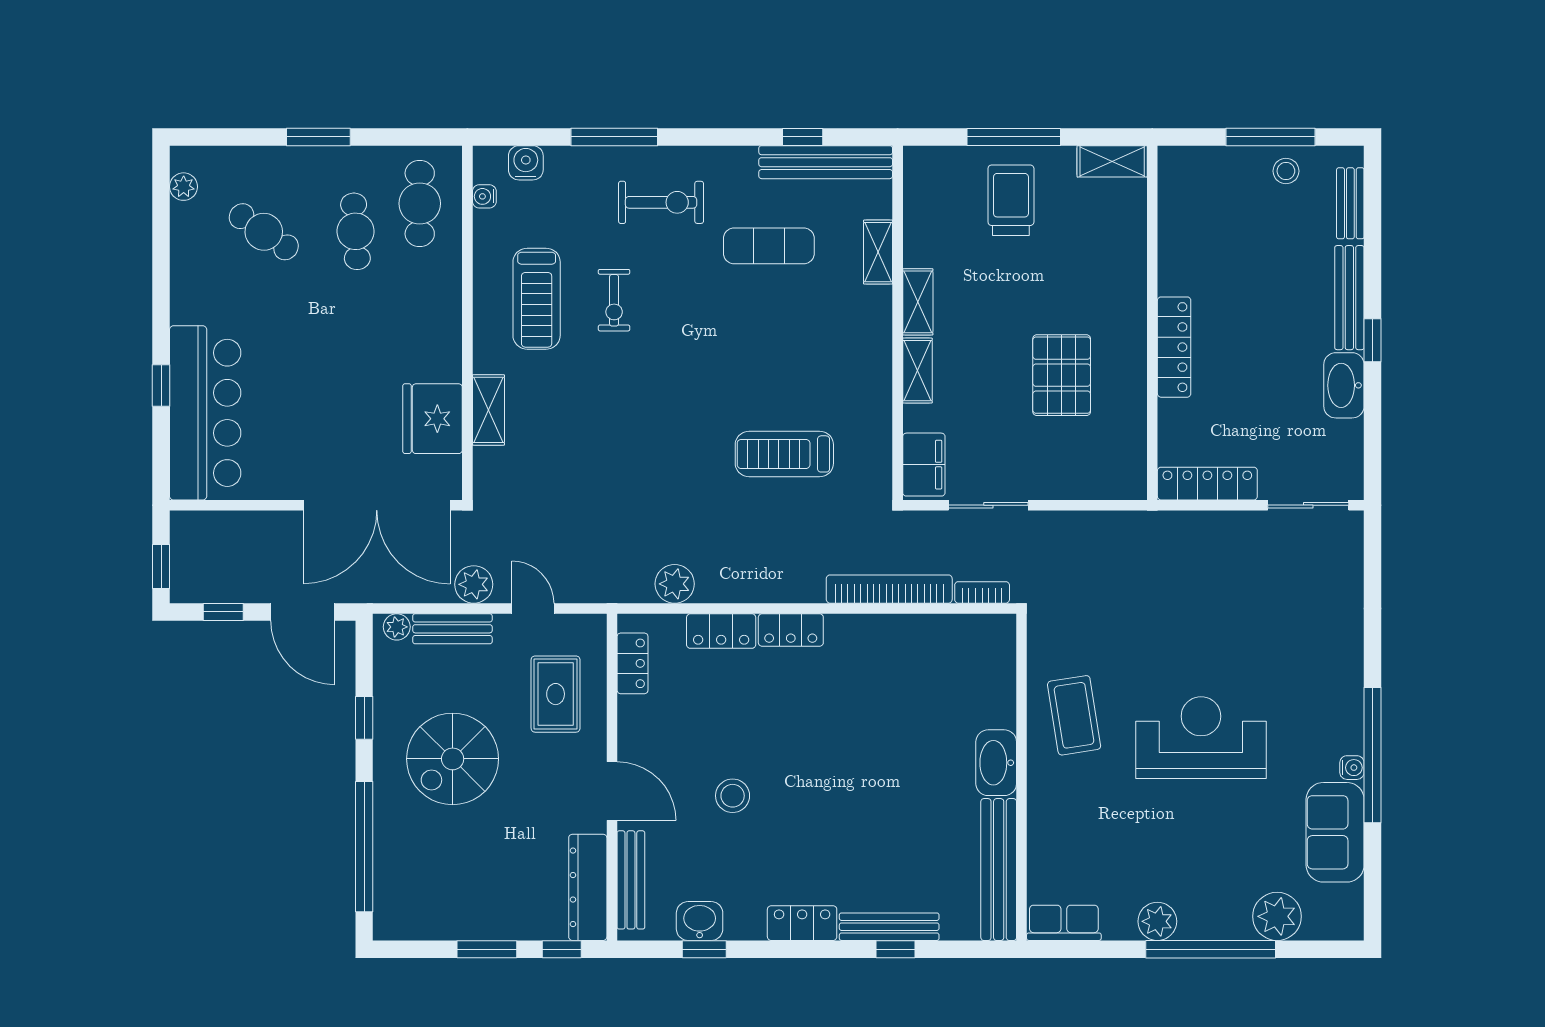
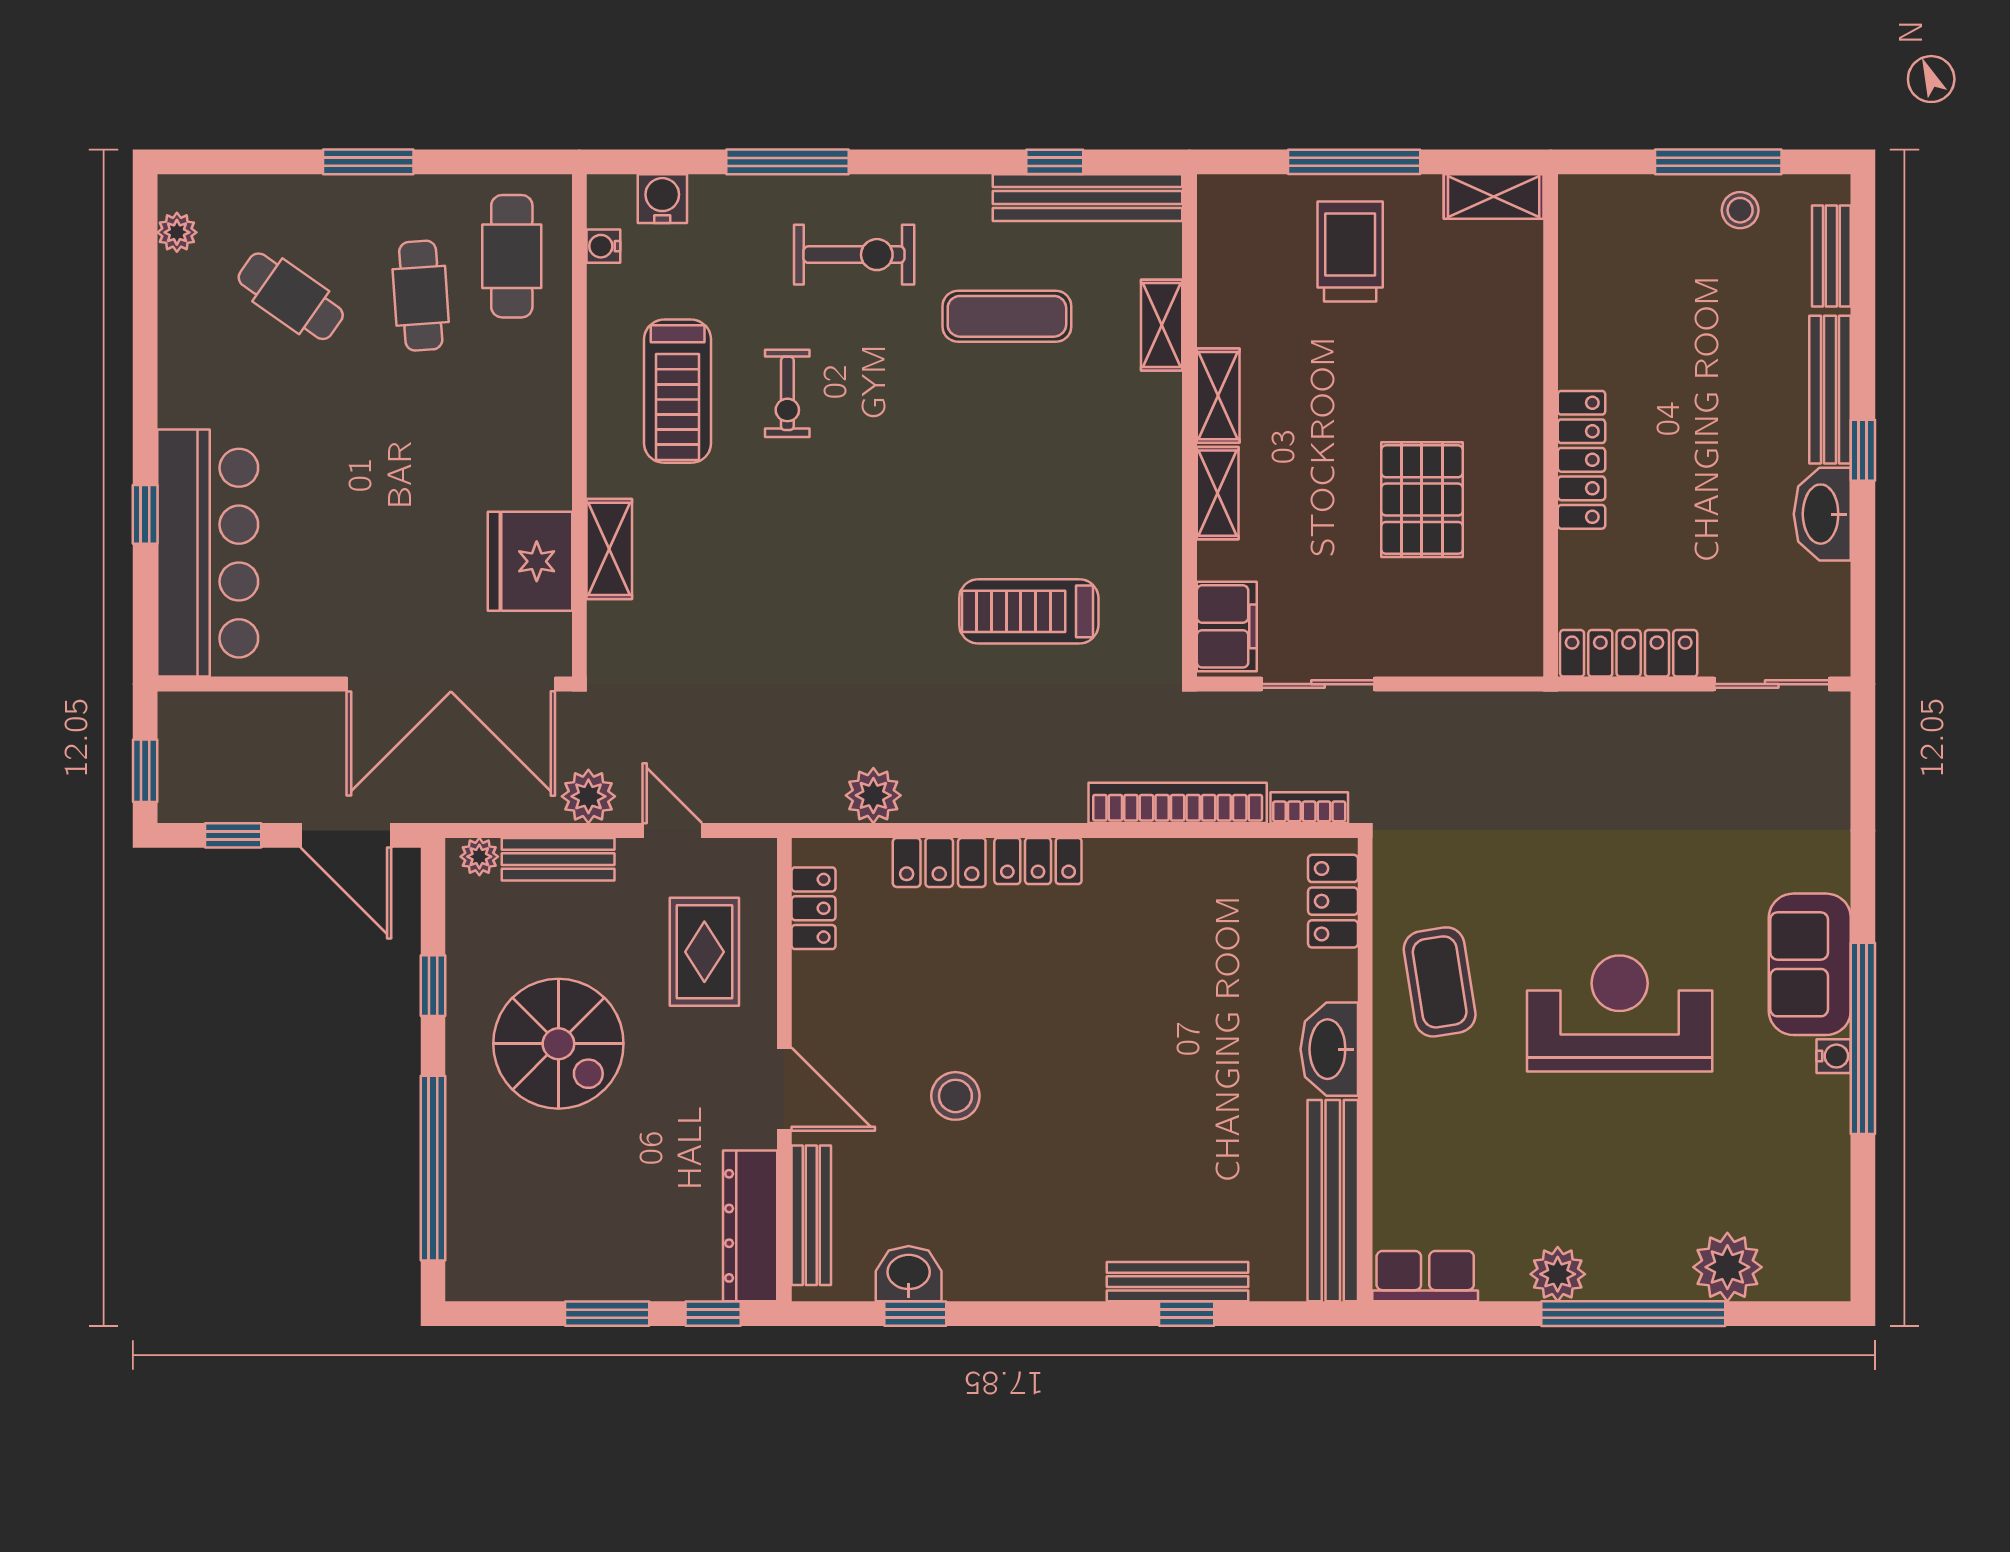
spiral stairs: (453, 759) -> (558, 1044), turned -90
sofa: (1335, 832) -> (1810, 964), moved
locker: (802, 923) -> (1333, 901), moved, turned -90

